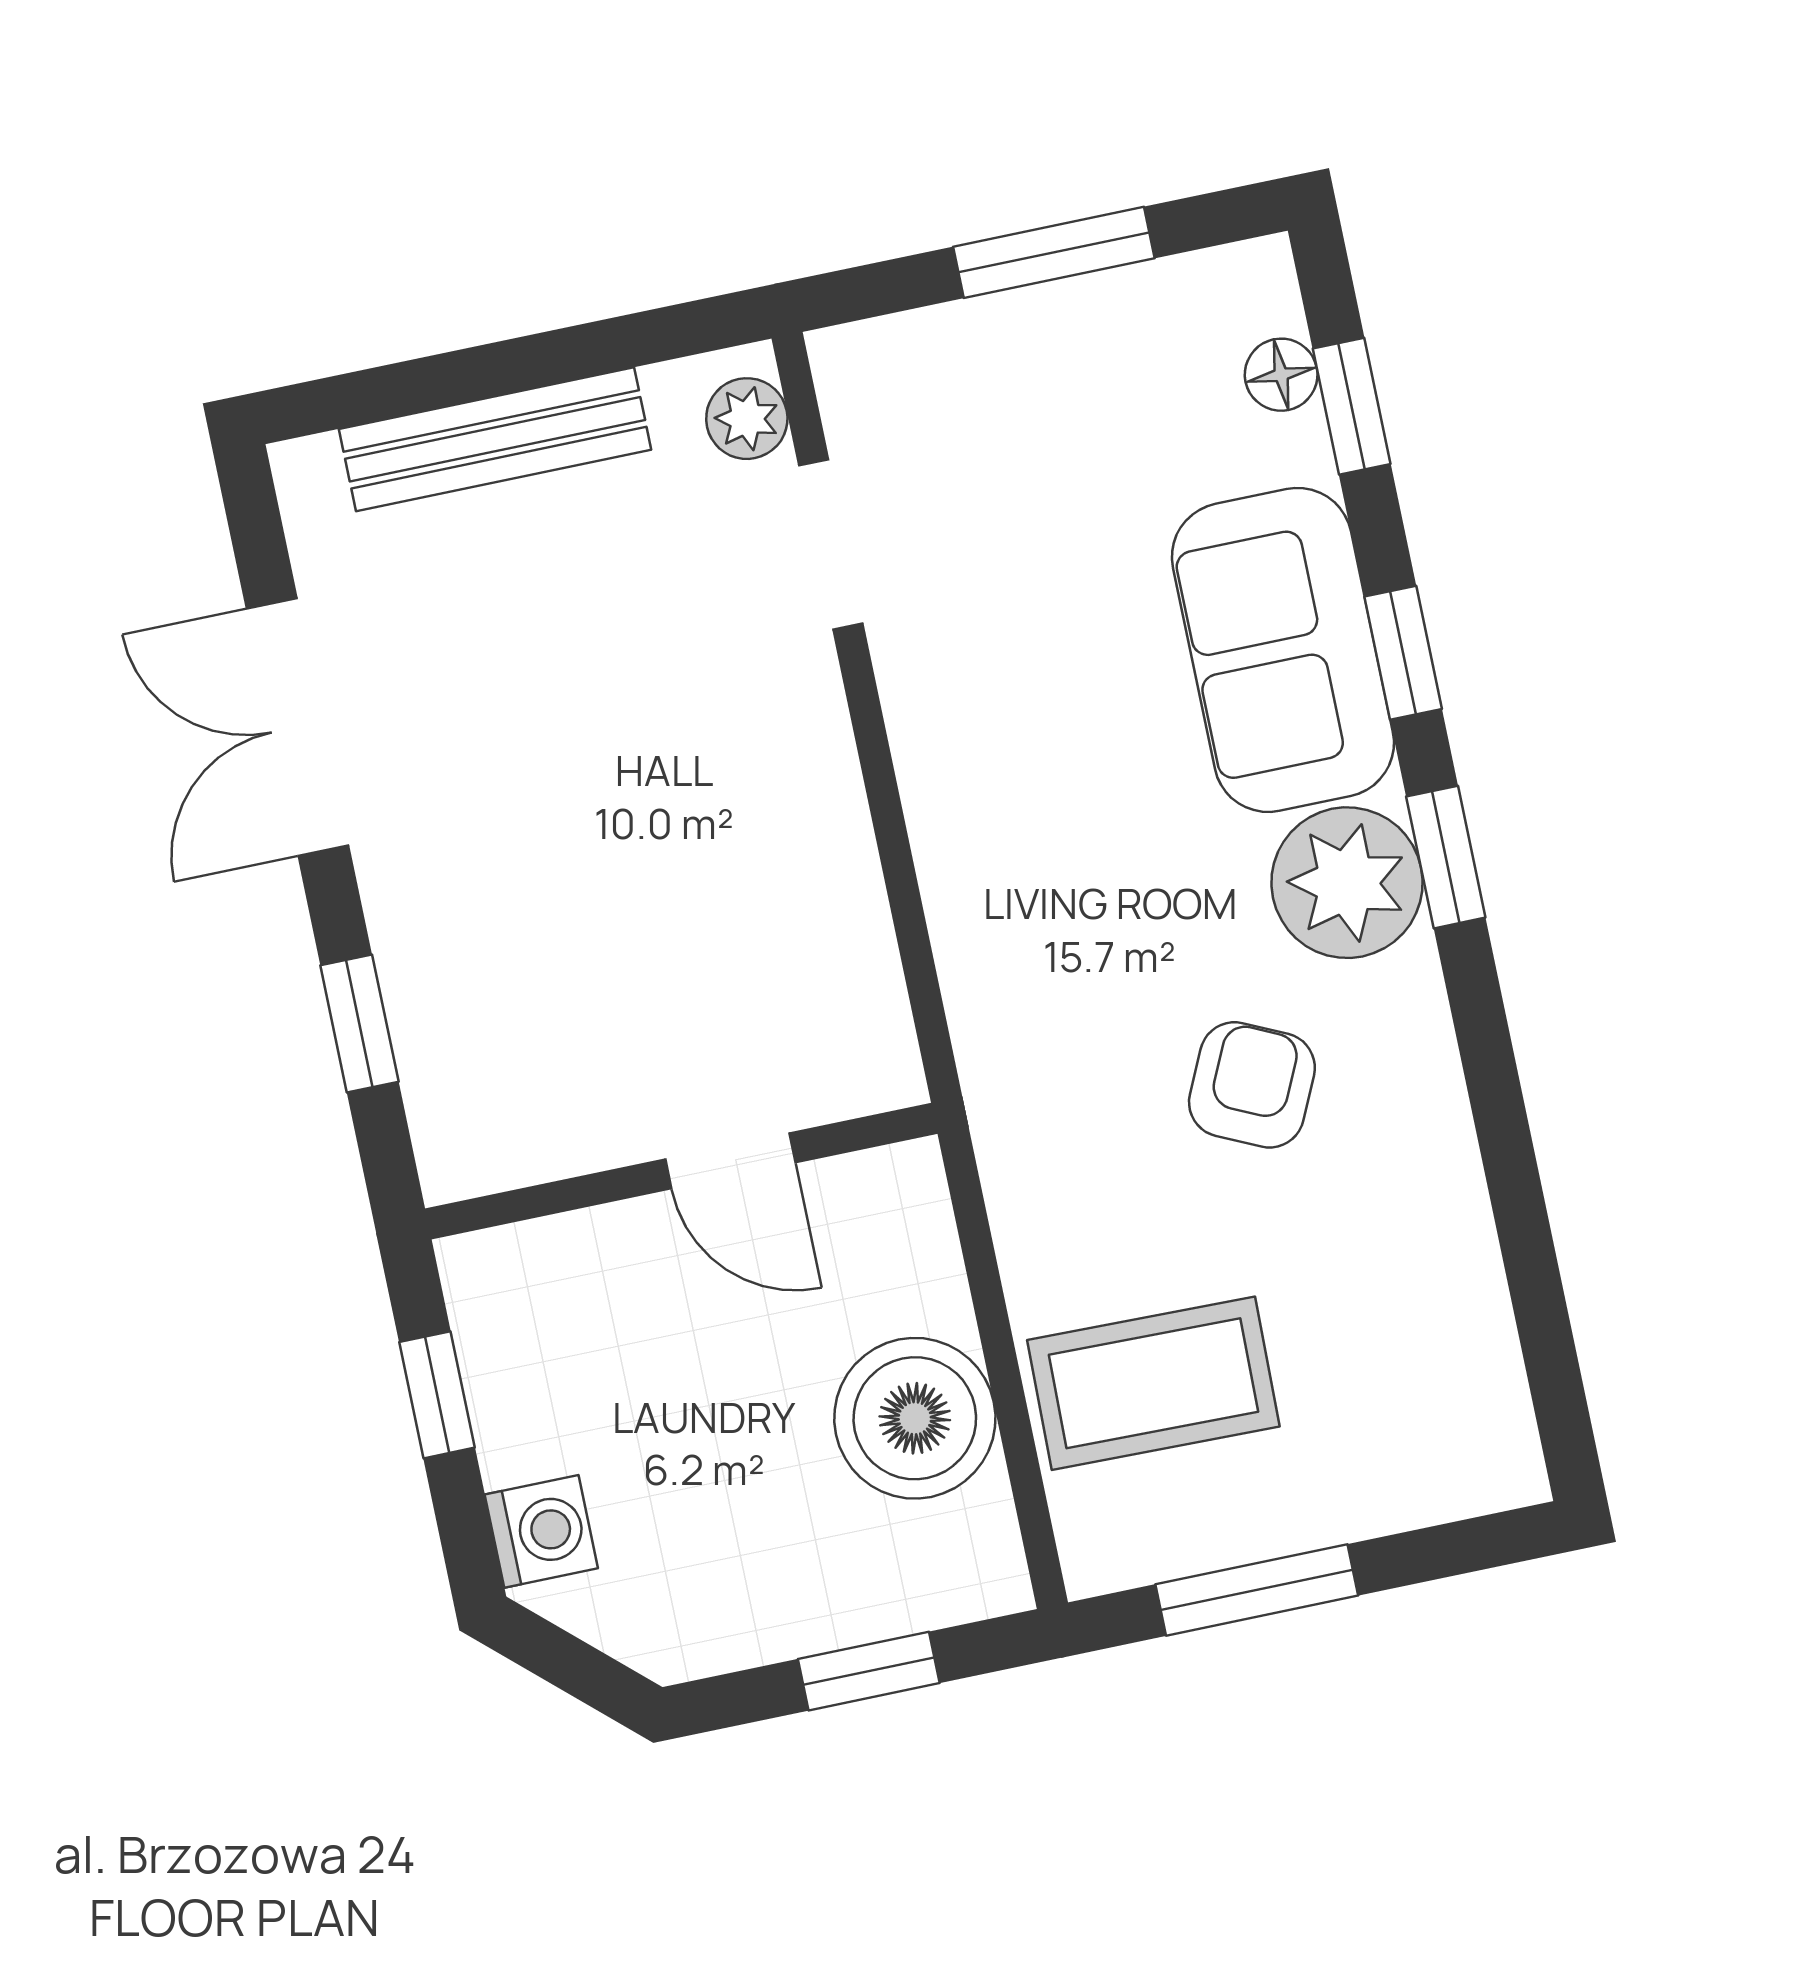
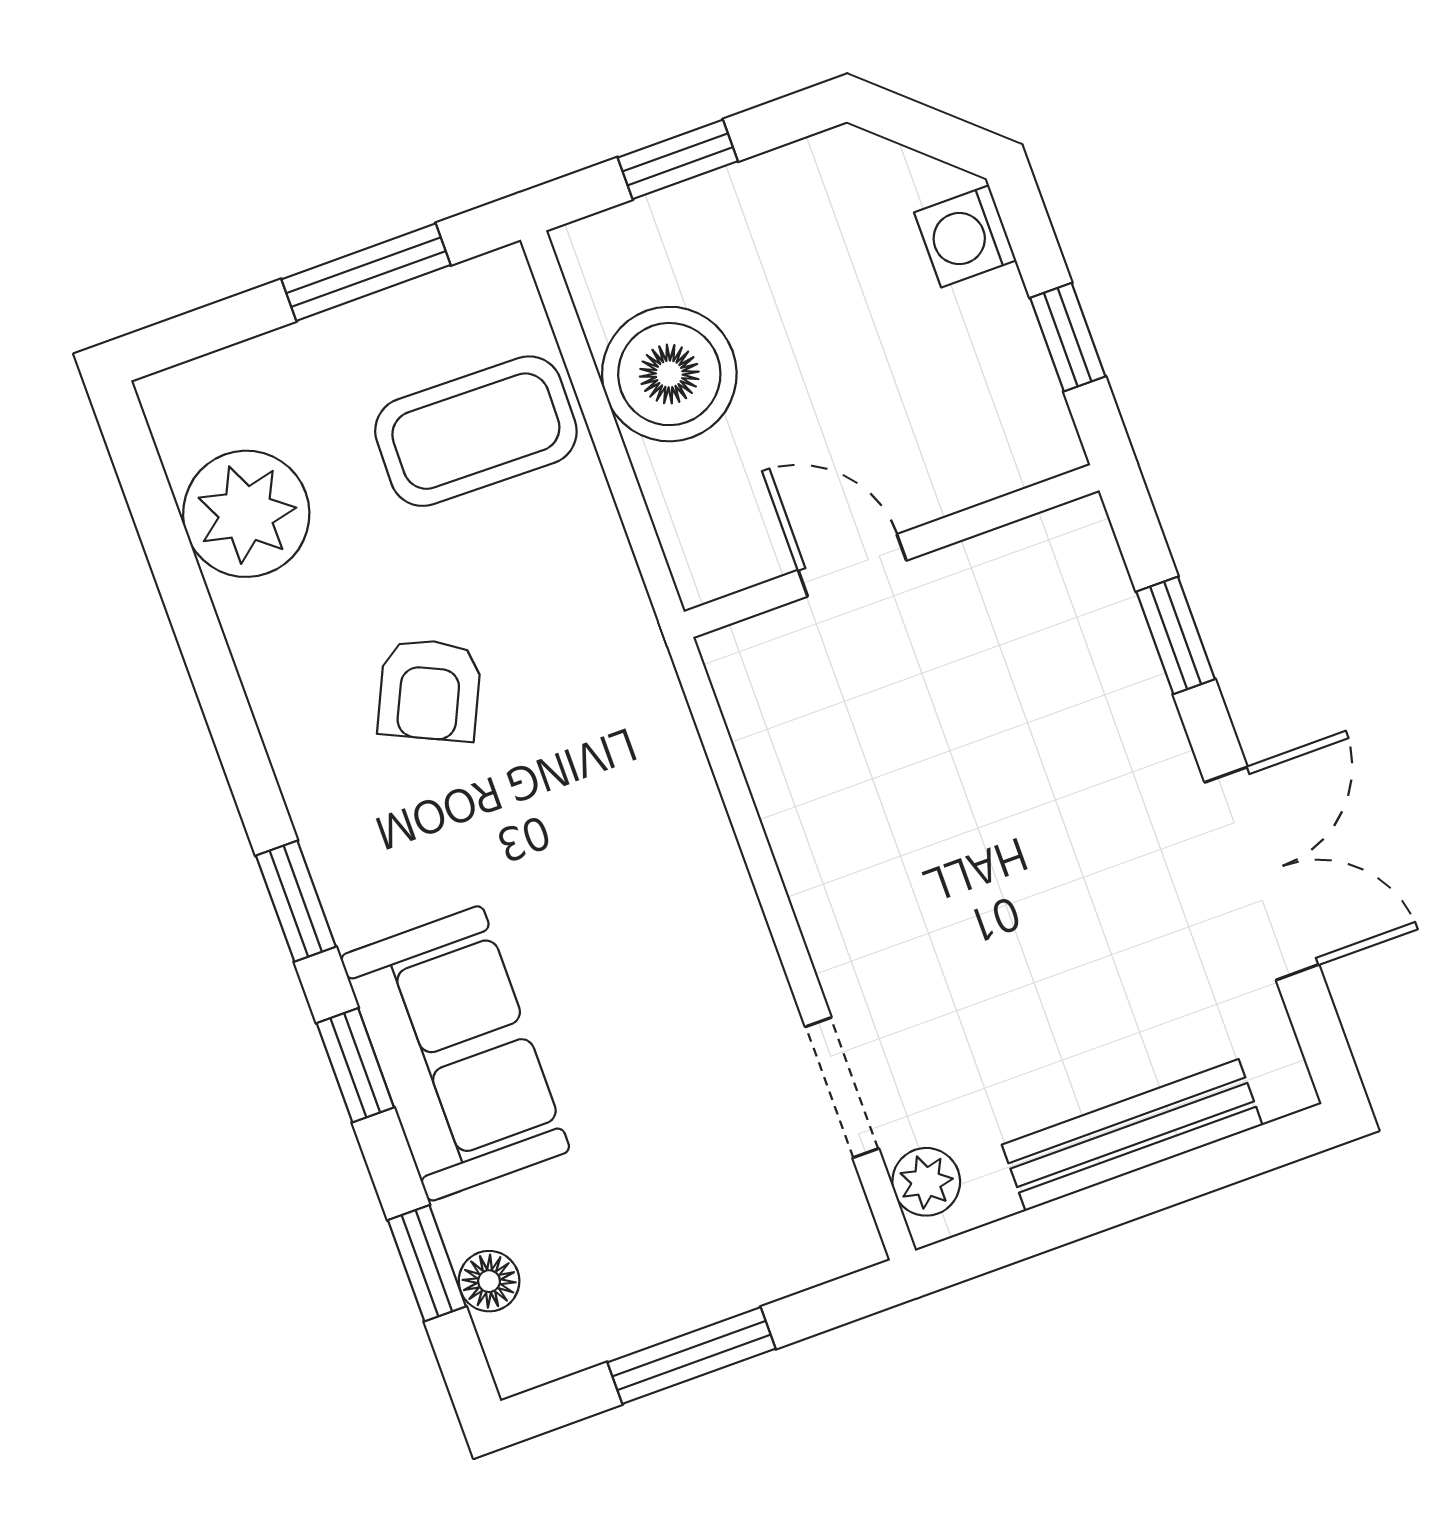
plant: (1347, 883) -> (246, 514), moved

